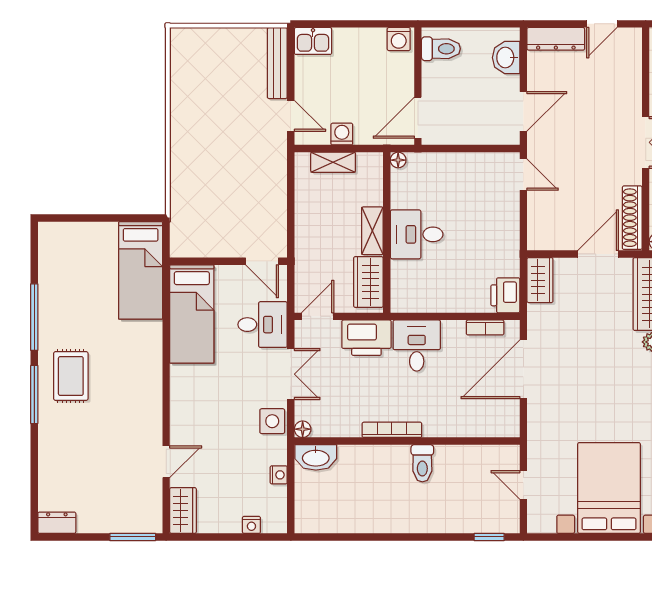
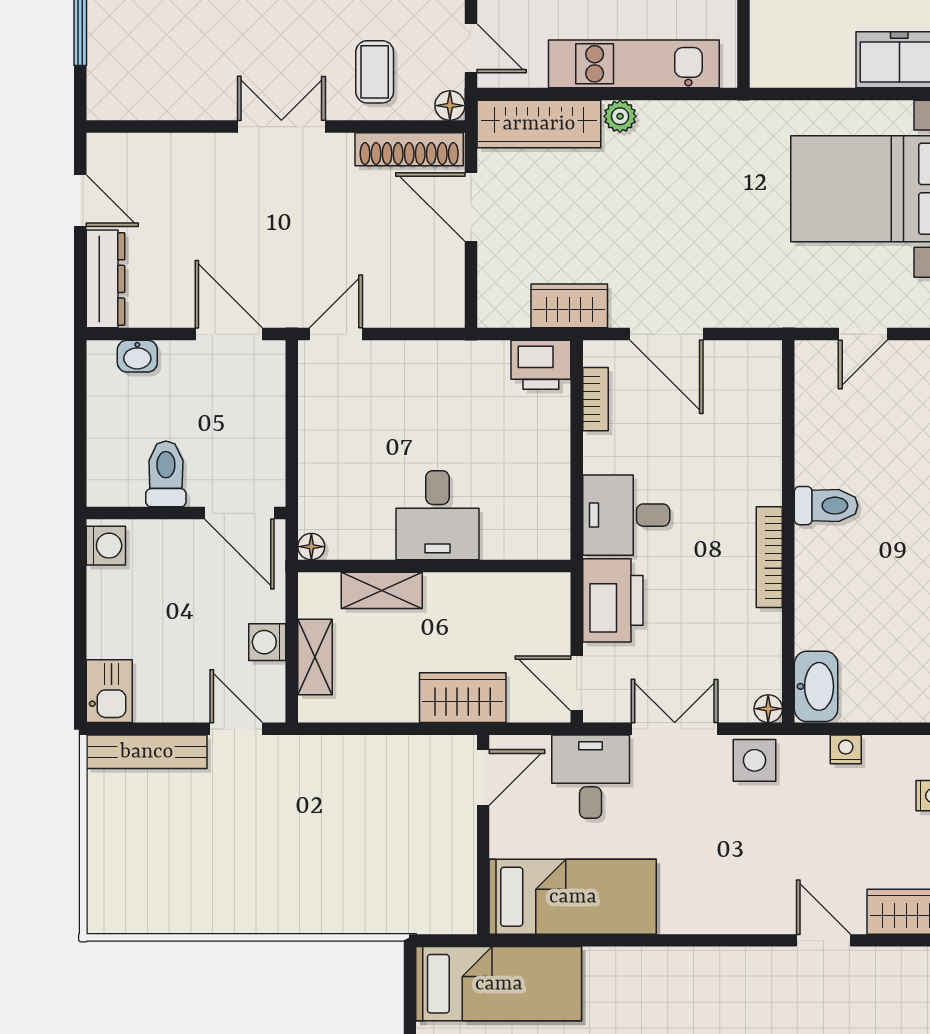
toilet: (441, 49) -> (166, 474), moved
washbasin: (506, 58) -> (137, 356), width x0.72, depth x0.69
door: (291, 116) -> (236, 729), hinge flipped
shelving: (372, 231) -> (382, 590), moved
wardrobe: (540, 280) -> (569, 306), moved
wardrobe: (368, 282) -> (463, 698), moved, turned 180
door: (523, 369) -> (667, 334), width x0.73

